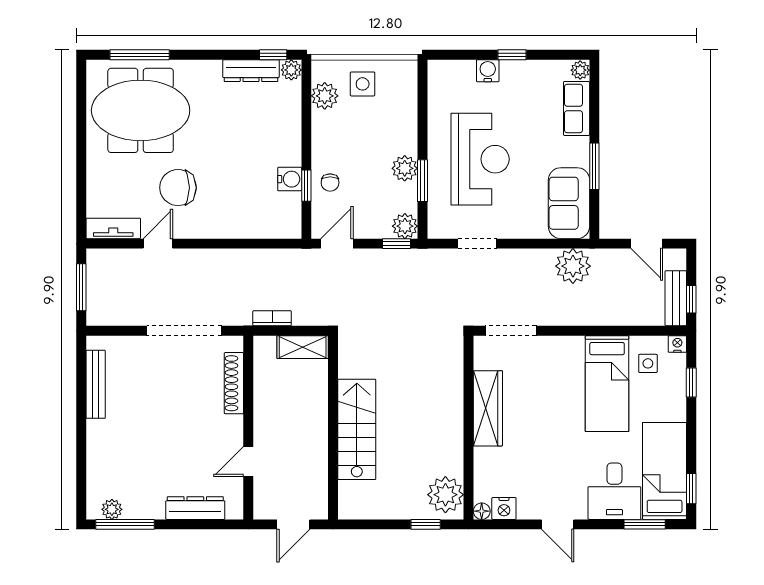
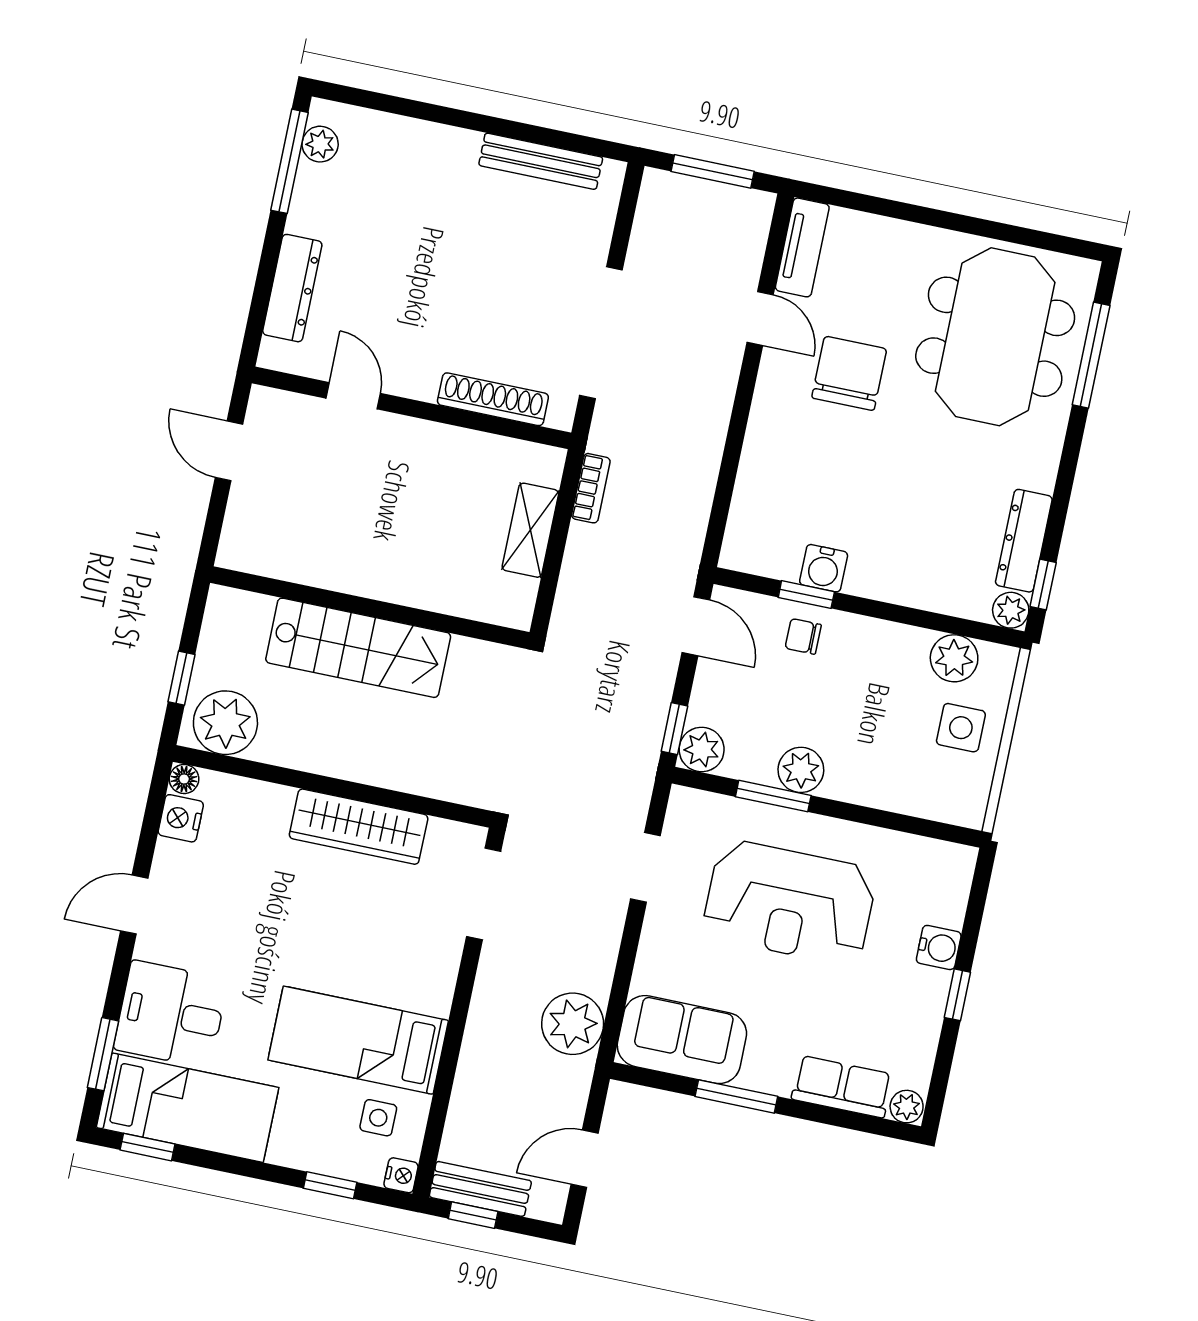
wall: (333, 428) -> (370, 608), moved
stairs: (357, 429) -> (358, 648), moved

